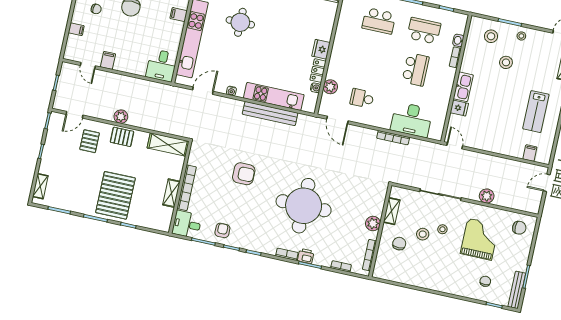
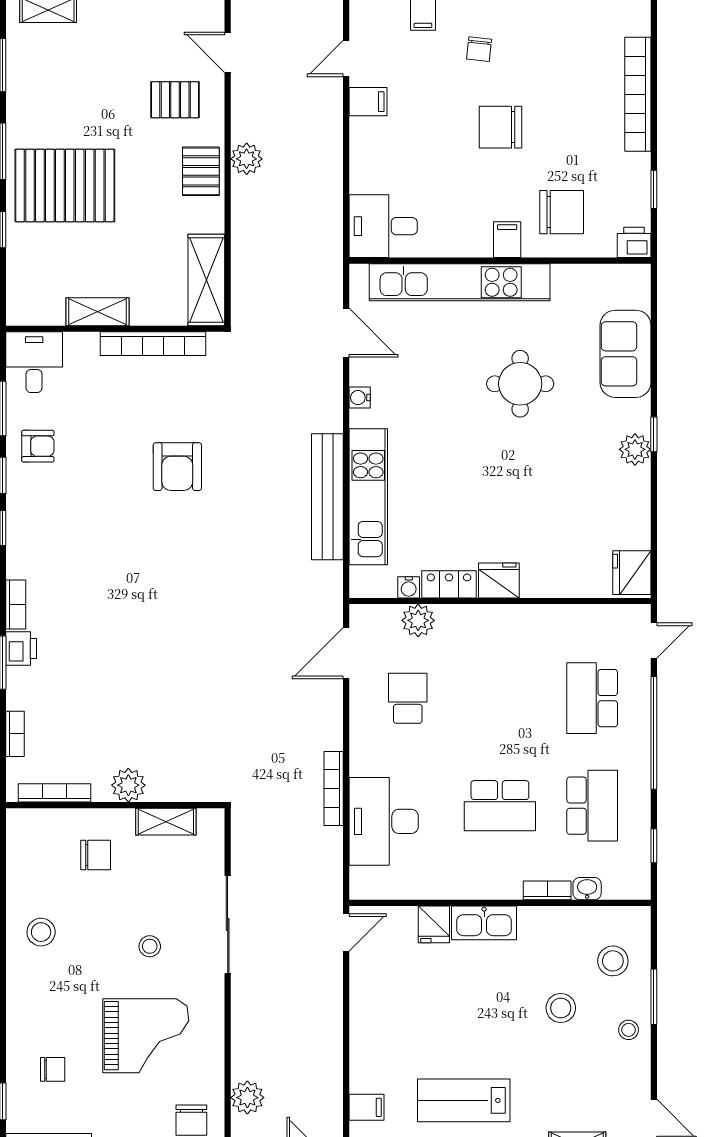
bookcase: (187, 188) -> (153, 344), moved
plant: (487, 196) -> (247, 1098), moved
round table: (304, 206) -> (134, 619), removed
stool: (423, 234) -> (41, 932), moved

